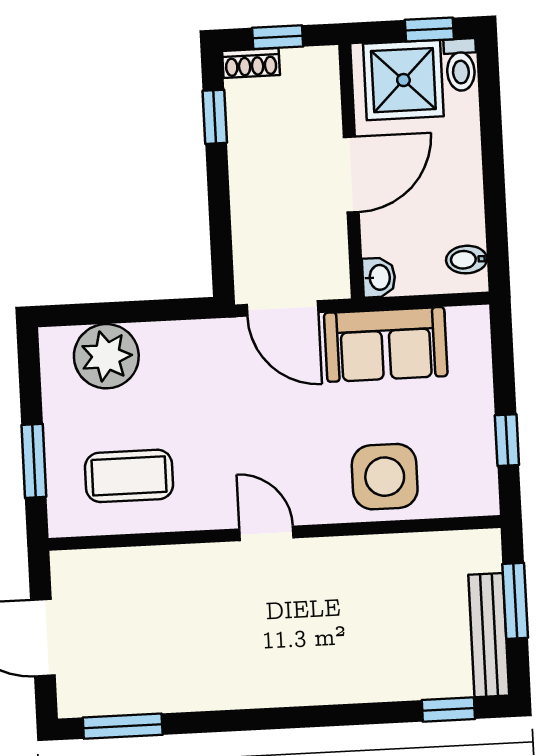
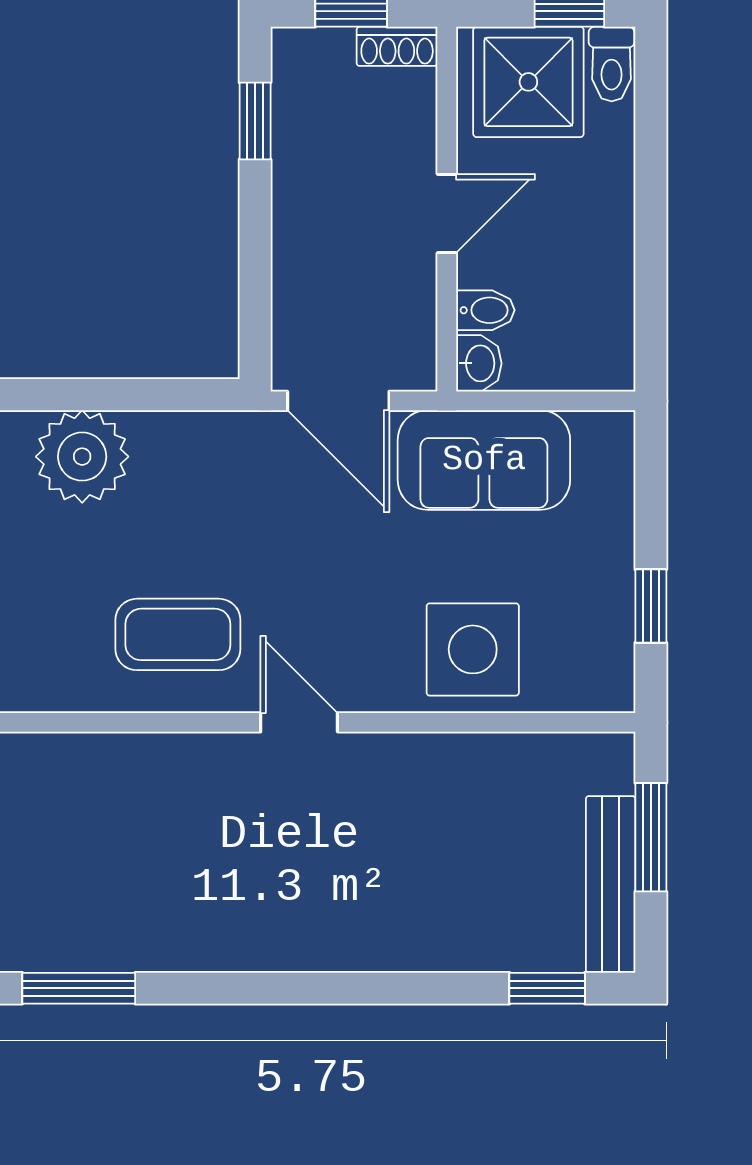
shoe rack: (251, 63) -> (397, 46), moved
door: (351, 174) -> (447, 214), width x0.73
bidet: (467, 260) -> (485, 310), moved, turned 180
coffee table: (129, 476) -> (178, 634), moved

